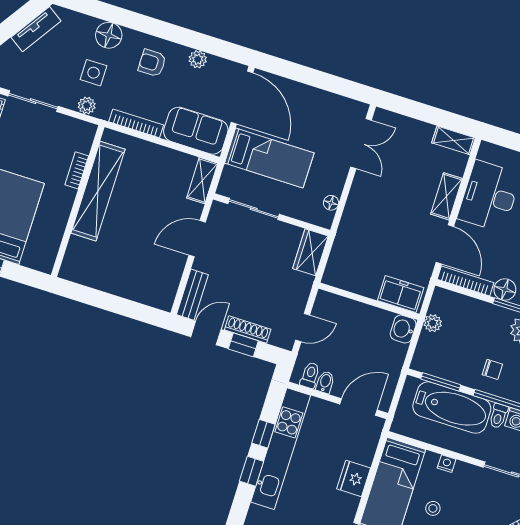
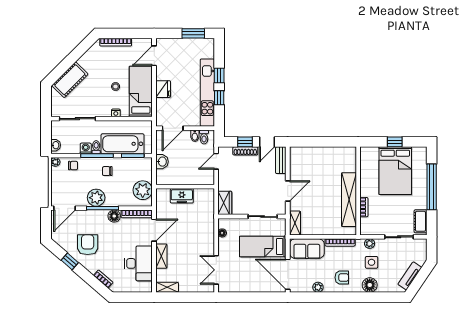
door: (445, 244) -> (154, 230), swing flipped
freezer: (401, 294) -> (182, 196), moved
plant: (433, 323) -> (143, 190), width x1.87, depth x1.87
washbasin: (403, 329) -> (162, 162), moved

